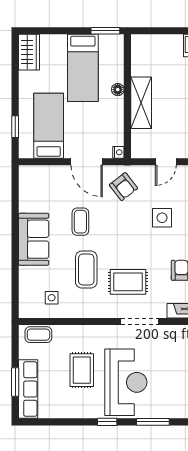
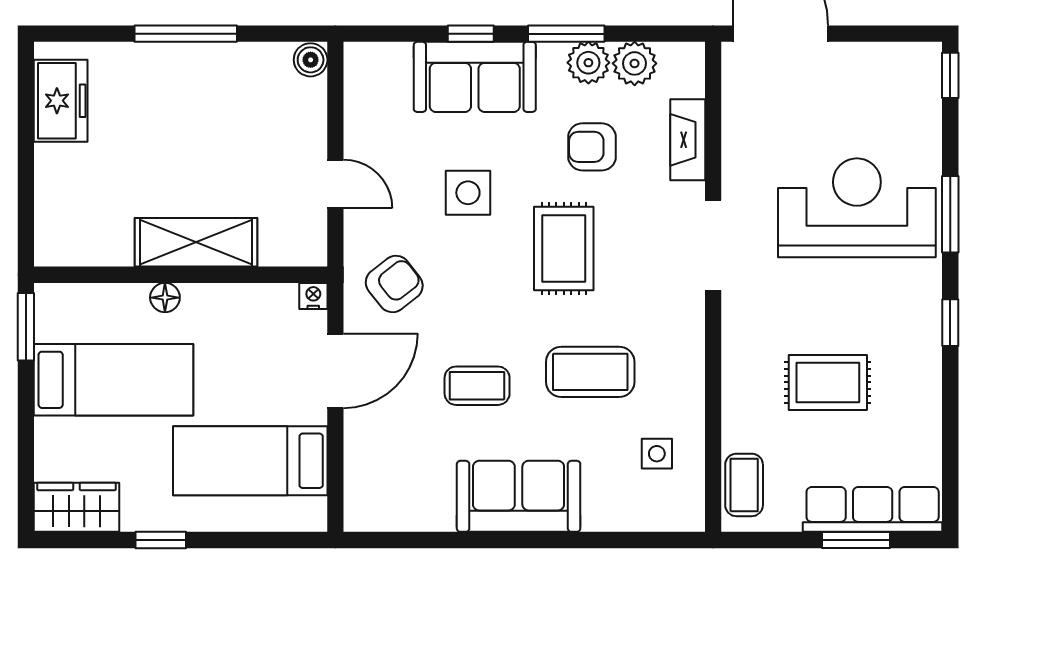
window: (15, 127) -> (161, 540), moved
rug: (128, 282) -> (564, 248), moved
reception desk: (126, 382) -> (857, 208), moved

